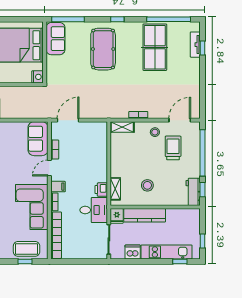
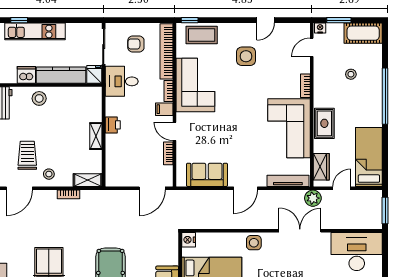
sofa: (38, 139) -> (207, 175), moved, turned -90
trolley: (173, 148) -> (27, 155), turned 180
door: (49, 168) -> (174, 131), swing flipped
stool: (147, 185) -> (39, 98), moved
shelving: (115, 189) -> (96, 136), moved
printer: (101, 190) -> (113, 125), moved
armchair: (82, 241) -> (136, 44), added
dishwasher: (133, 252) -> (26, 75), moved, turned 180
window: (25, 261) -> (190, 20), moved

